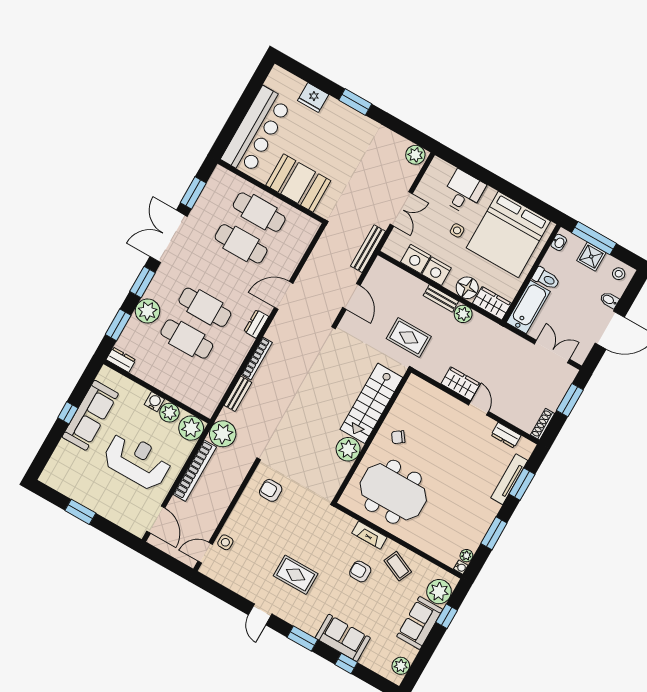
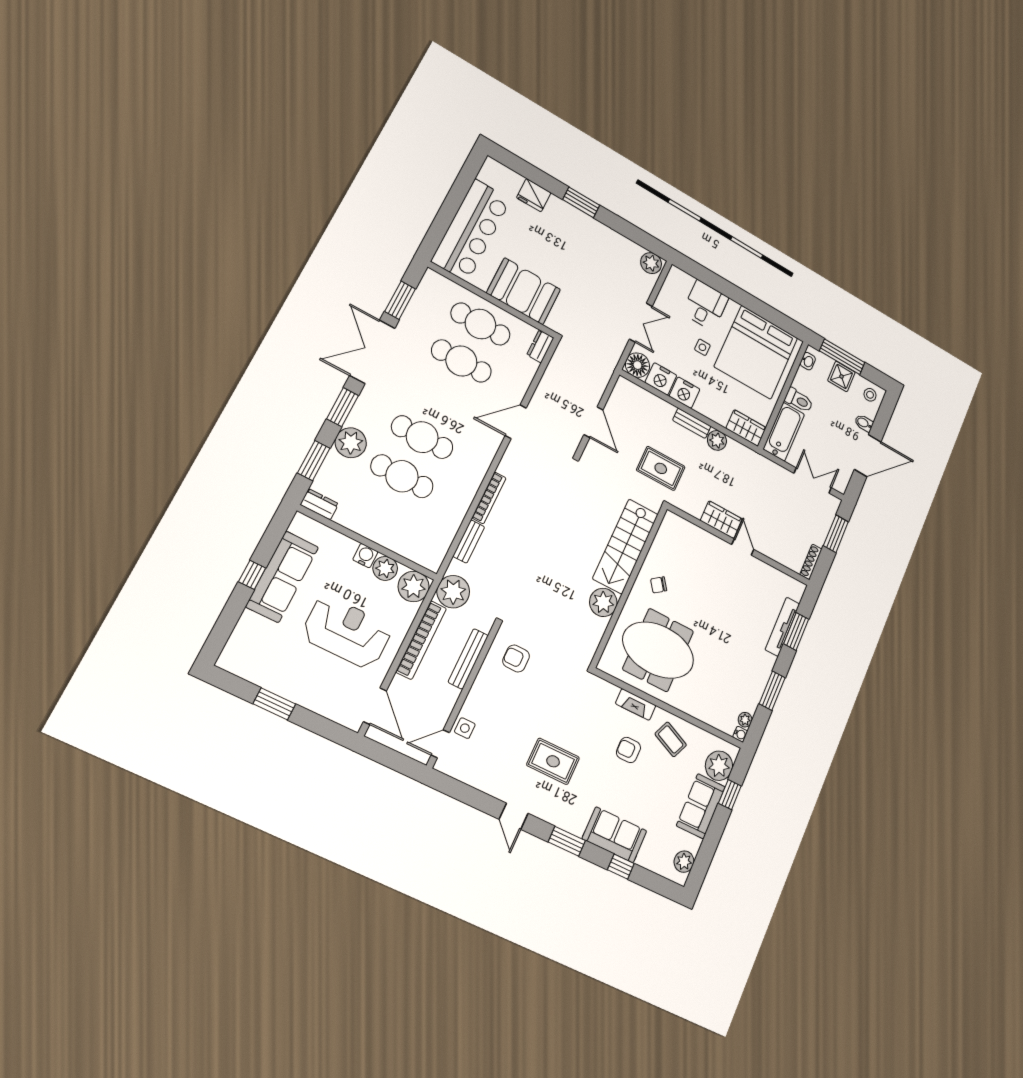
bench: (368, 249) -> (468, 659), moved
floor lamp: (467, 288) -> (638, 365), moved
dresser: (256, 324) -> (540, 346), moved
dresser: (506, 435) -> (774, 576), removed

